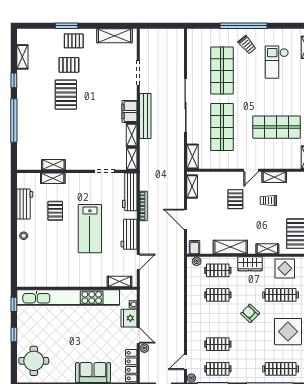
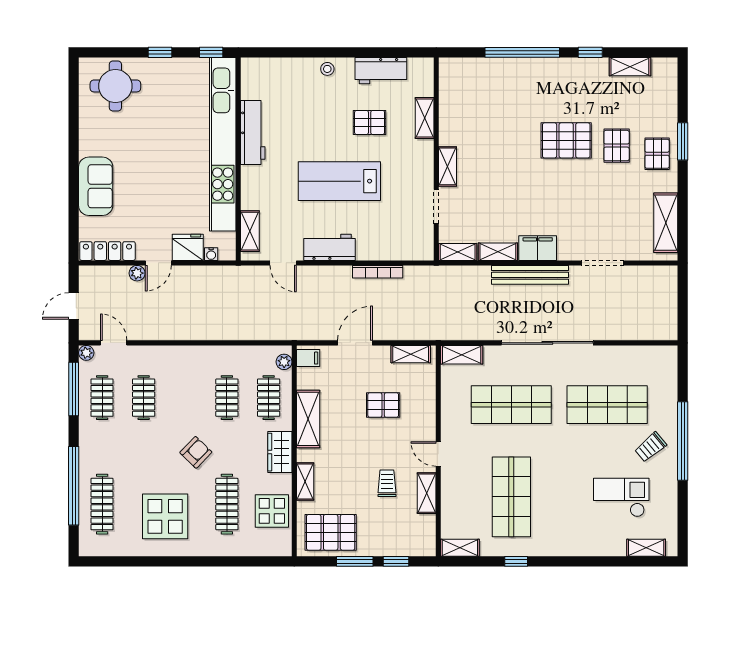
shelving: (53, 165) -> (448, 166), moved
workbench: (130, 192) -> (253, 132), moved, turned 90
pallet: (235, 199) -> (383, 405), moved

